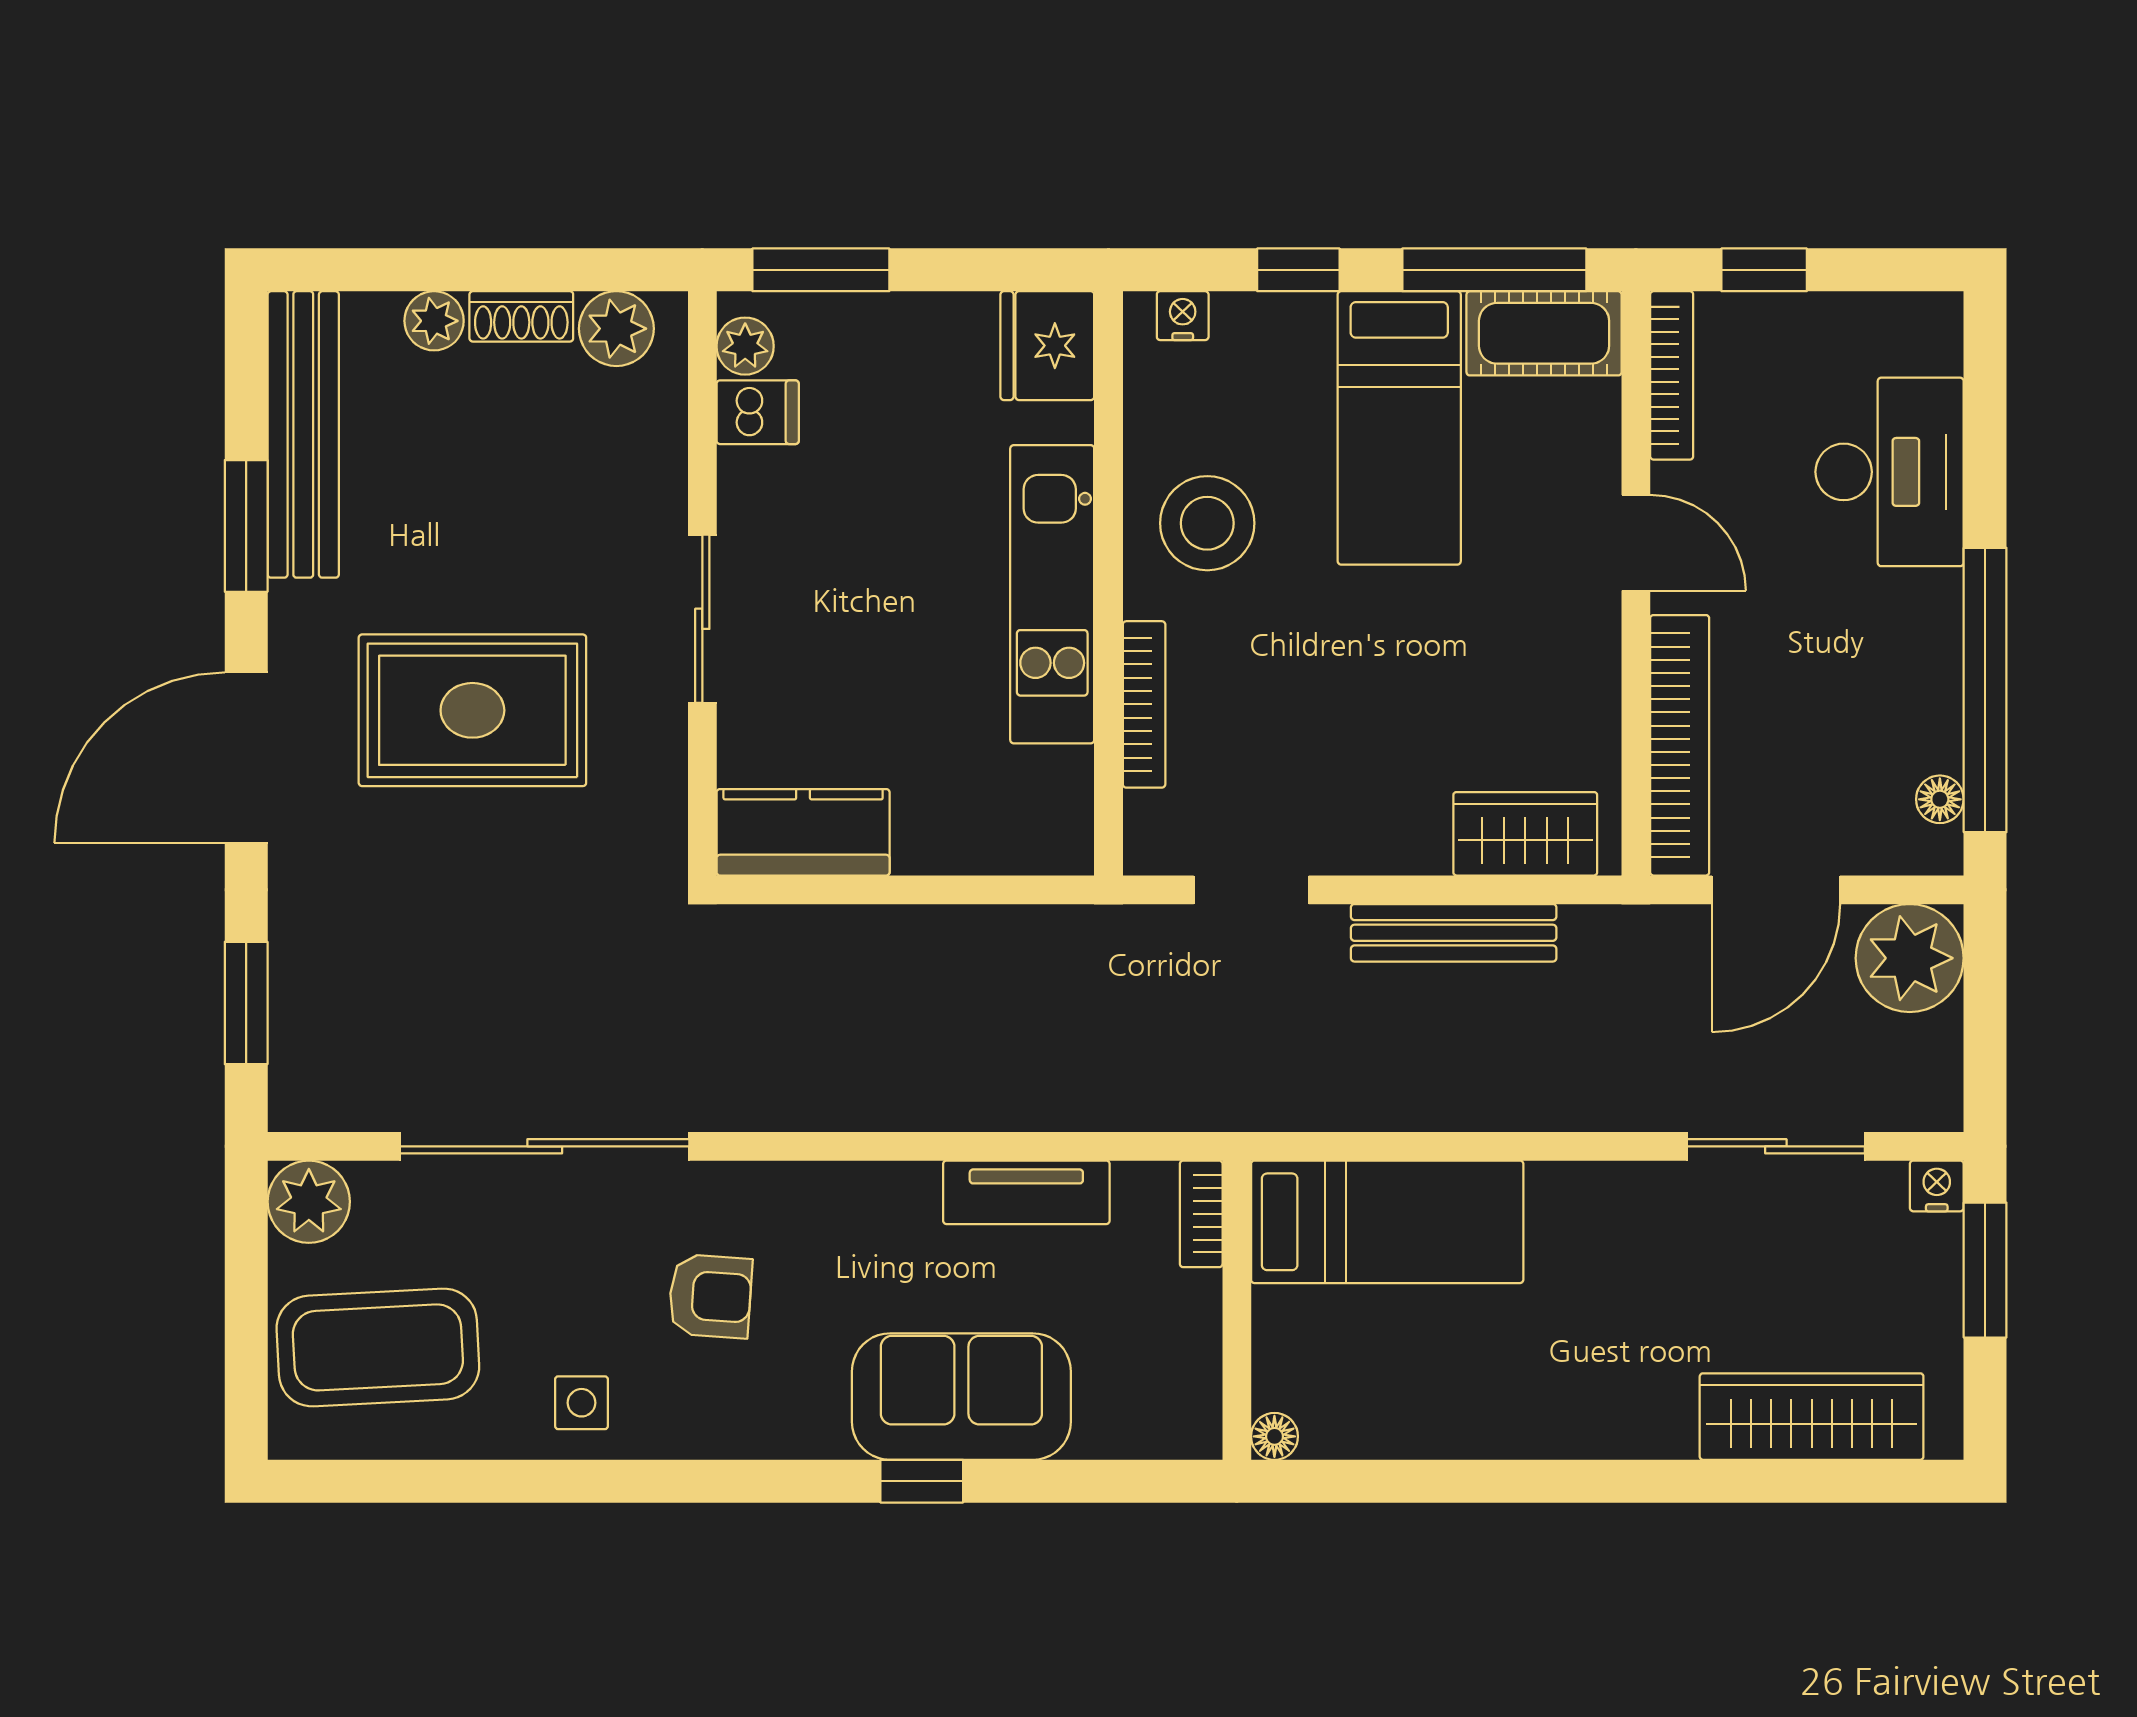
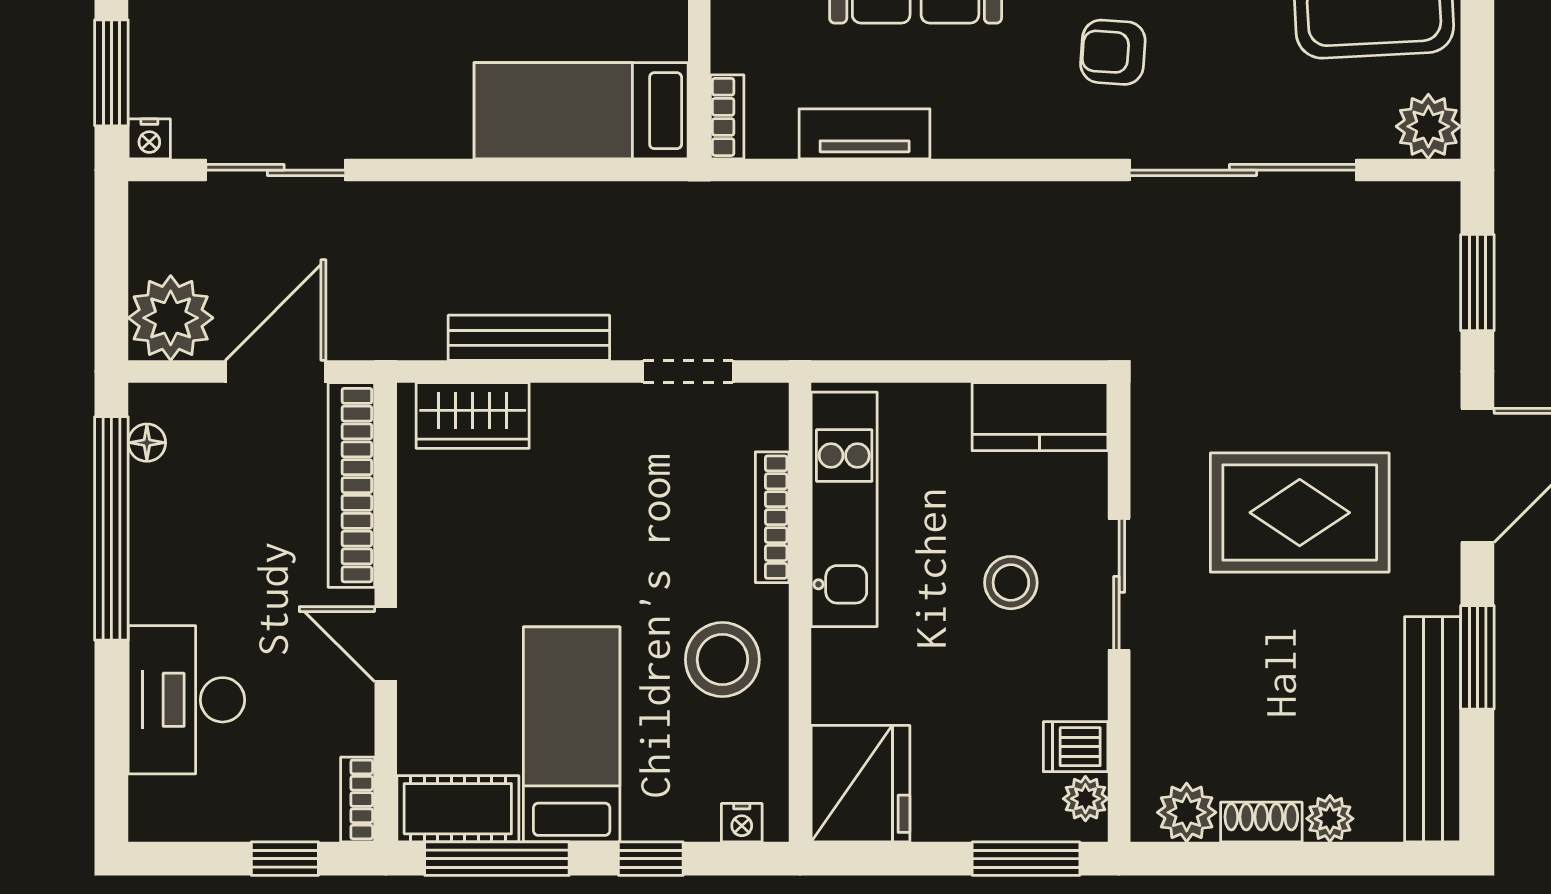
fridge: (1047, 346) -> (861, 784), width x1.36, depth x1.34
bookcase: (1672, 375) -> (358, 799), width x0.64
kitchen unit: (1052, 594) -> (844, 509), moved
stool: (840, 621) -> (1011, 583), added

